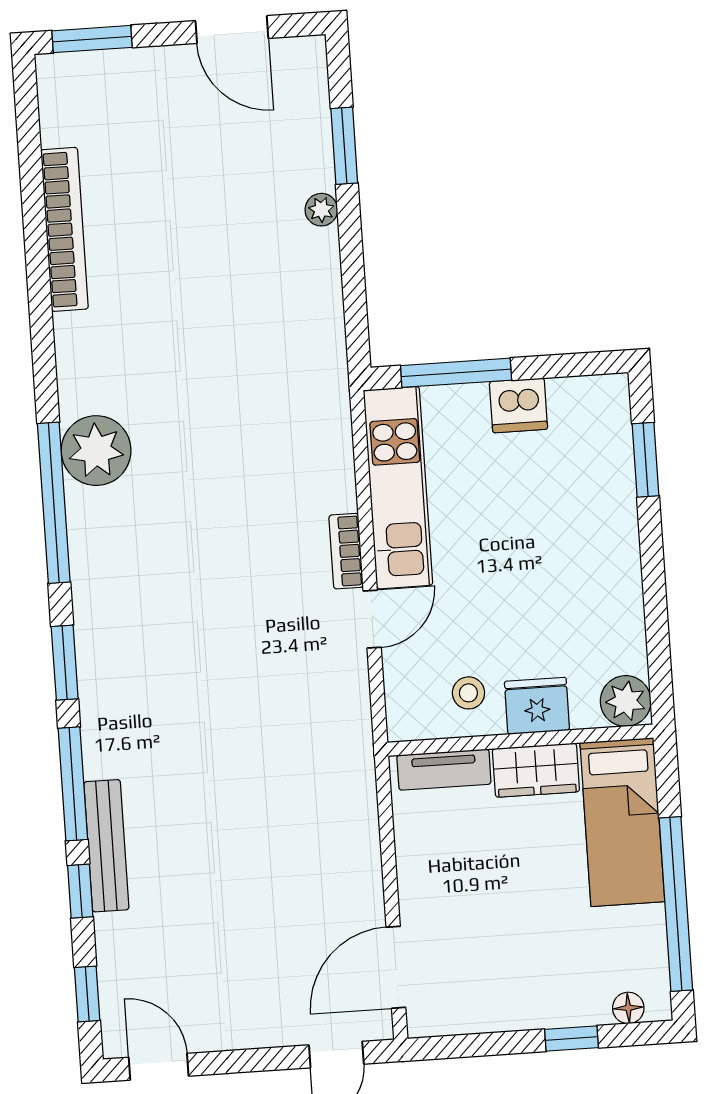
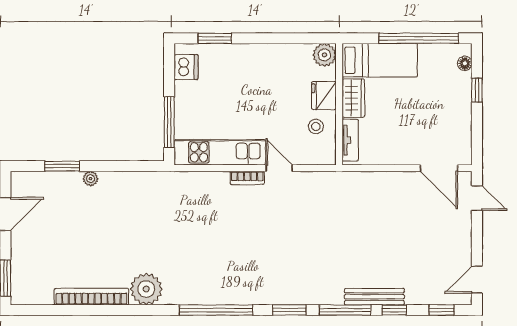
dishwasher: (518, 405) -> (186, 67), moved
plant: (96, 451) -> (146, 289), moved

